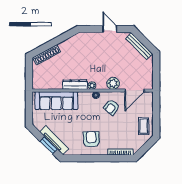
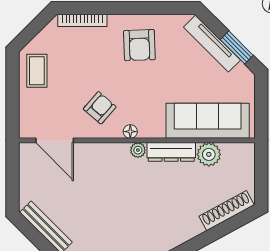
plant: (113, 83) -> (209, 154), moved
door: (135, 91) -> (55, 140), swing flipped
window: (49, 145) -> (237, 47), moved

